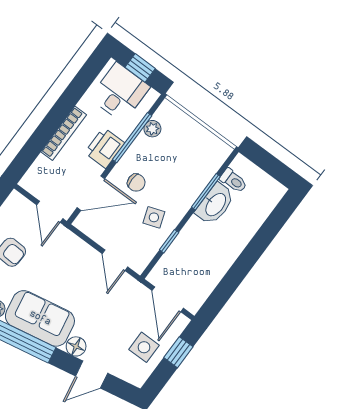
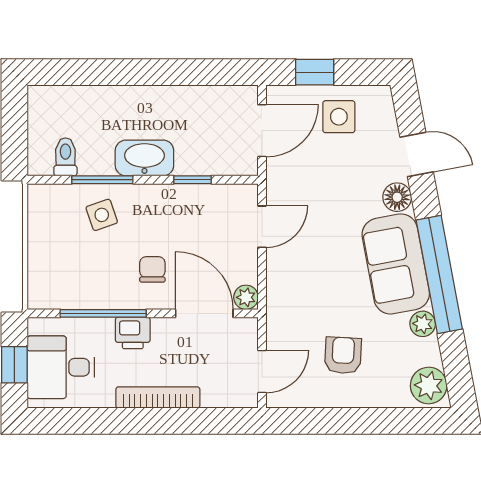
plant: (152, 129) -> (246, 297), moved
printer: (105, 148) -> (133, 333), width x0.73, depth x0.81
washbasin: (215, 204) -> (144, 158), moved
door: (50, 212) -> (262, 372), moved
side table: (154, 217) -> (102, 215), moved

